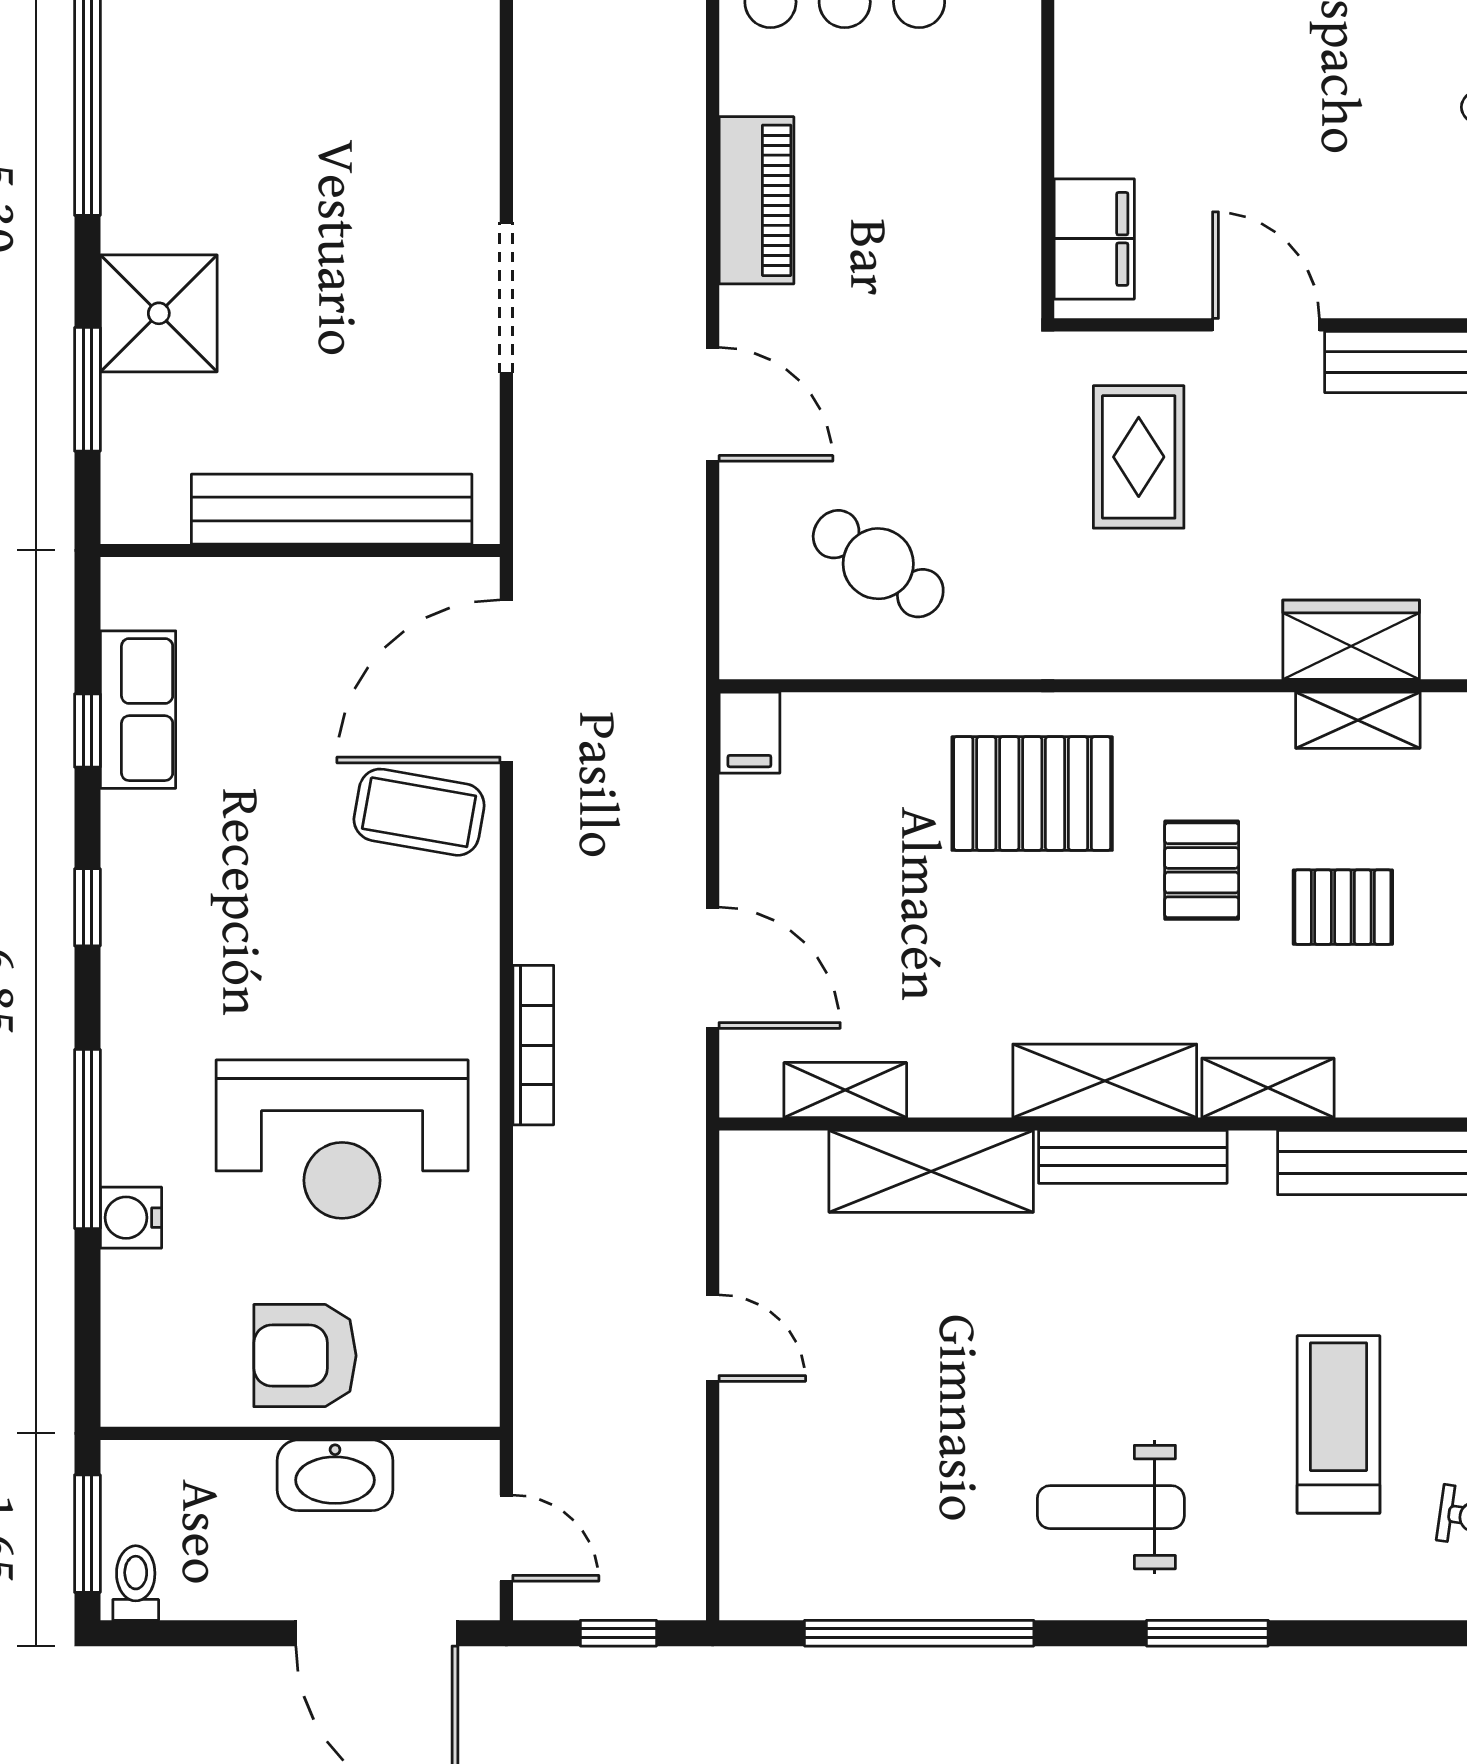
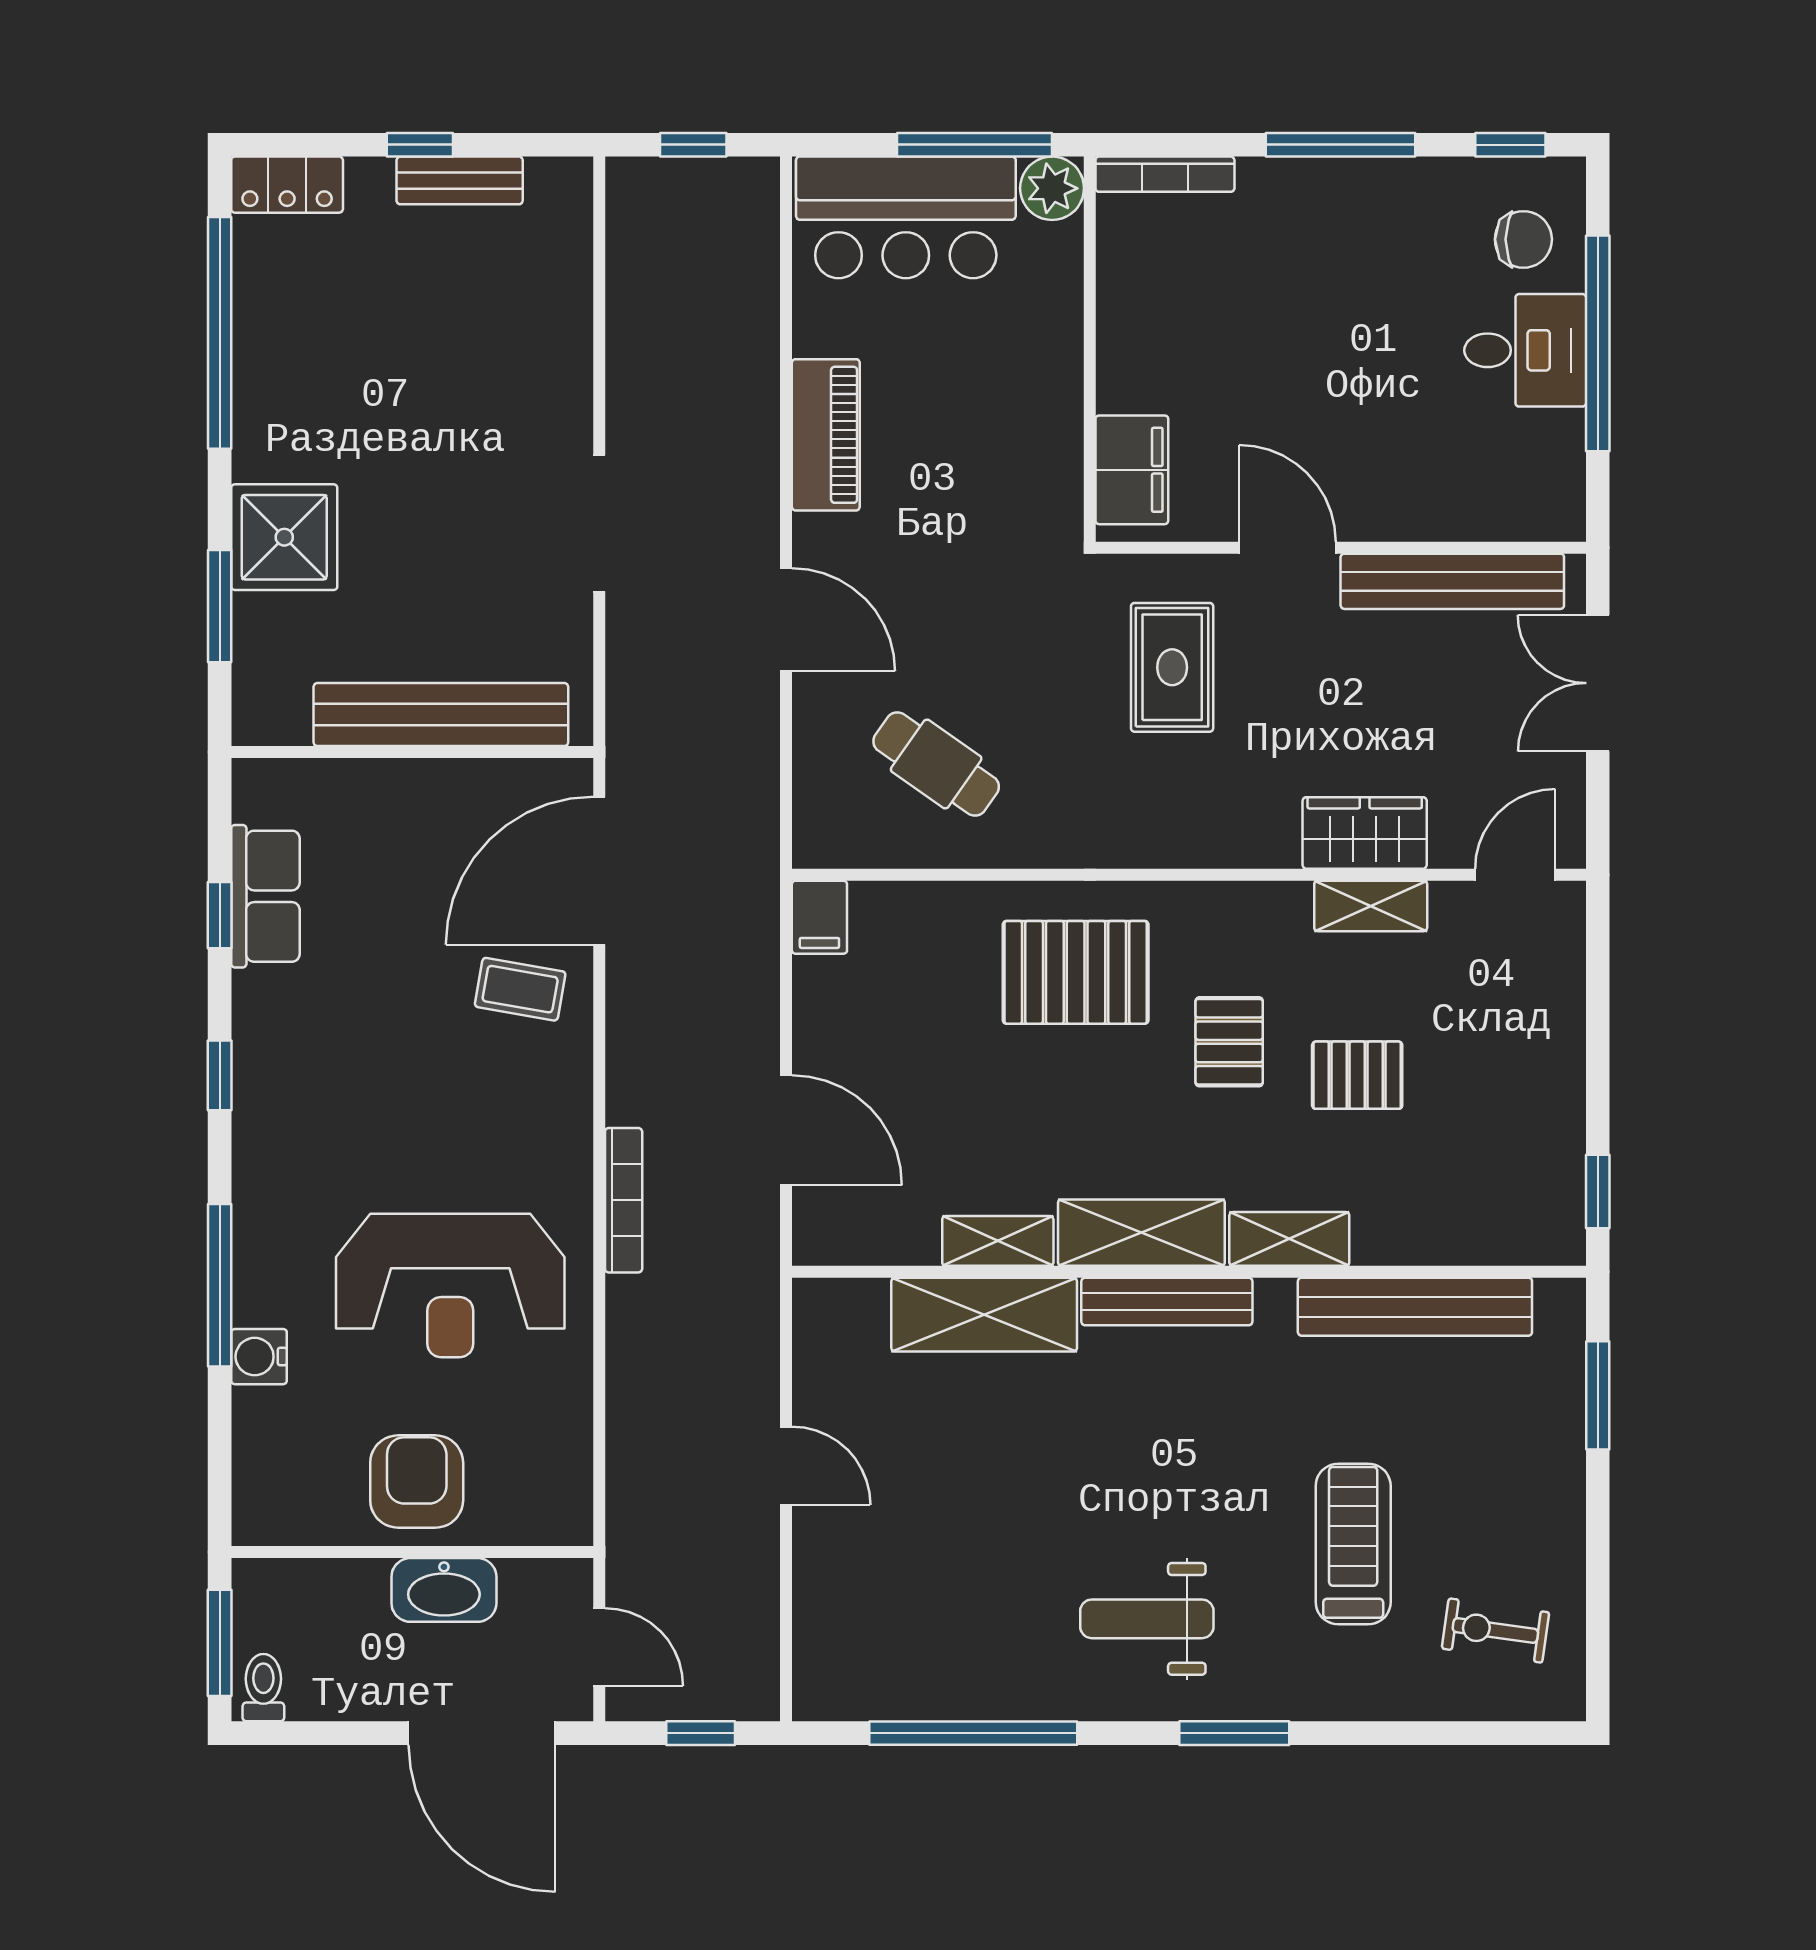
coffee table: (419, 812) -> (520, 989), width x0.73, depth x0.77
shelving: (845, 1090) -> (998, 1241), moved
armchair: (305, 1356) -> (417, 1482), turned 90

